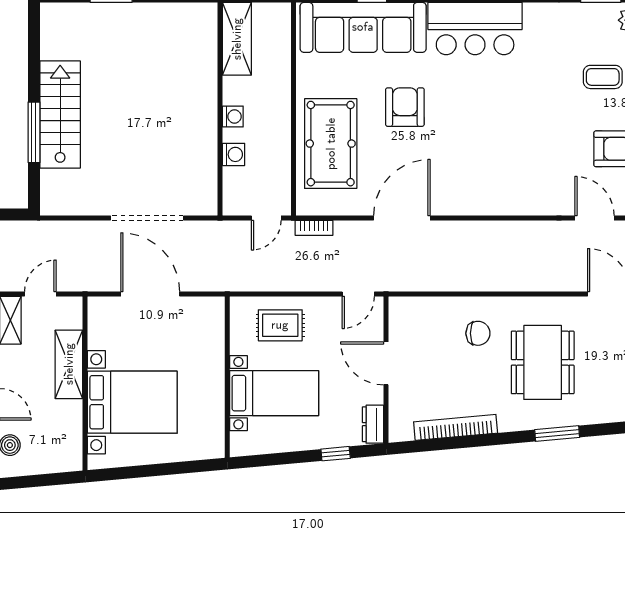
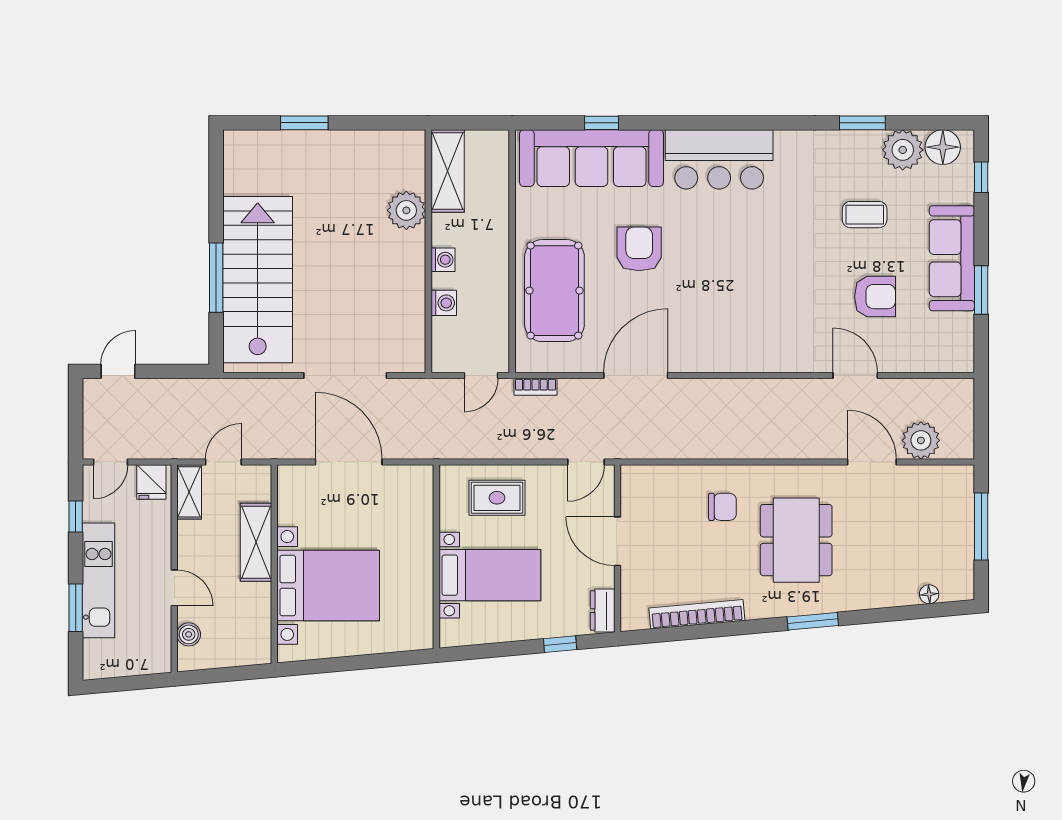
plant: (201, 73) -> (406, 210), added
stairs: (60, 115) -> (258, 280), width x1.36, depth x1.51

